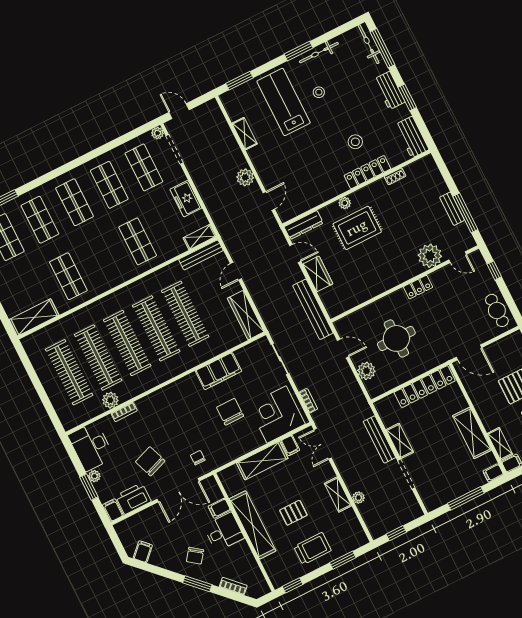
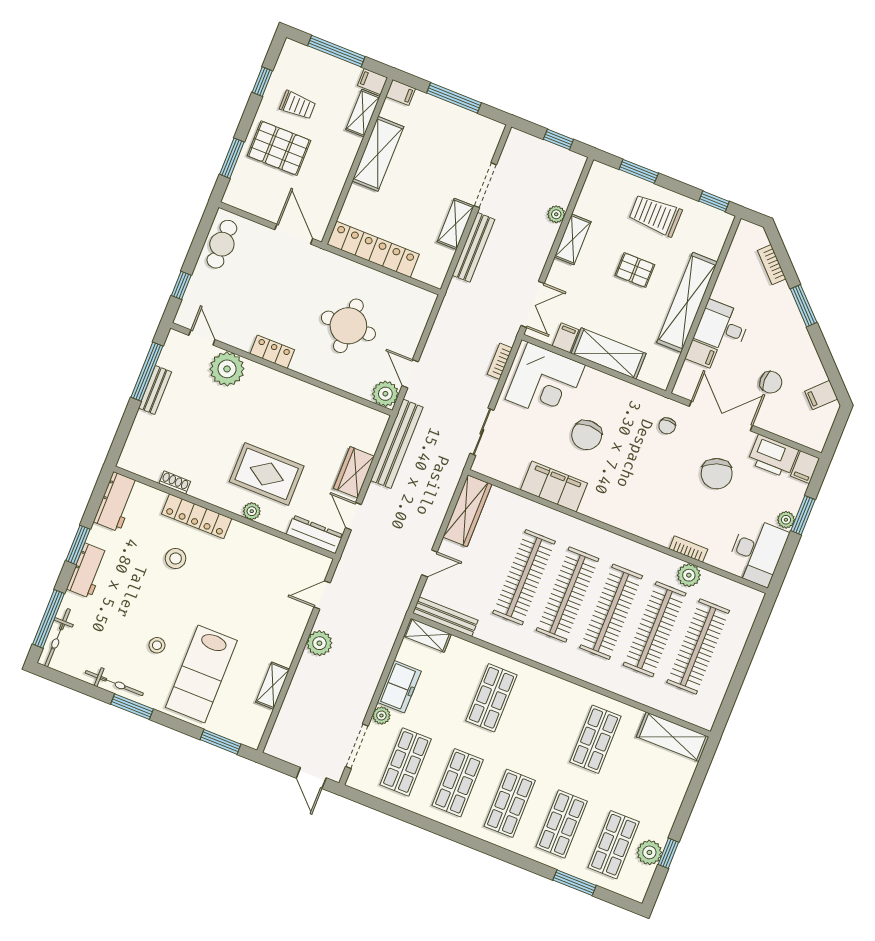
plant: (157, 133) -> (381, 715), moved
plant: (366, 371) -> (385, 394), moved
chair: (195, 556) -> (771, 382), moved, turned 53

